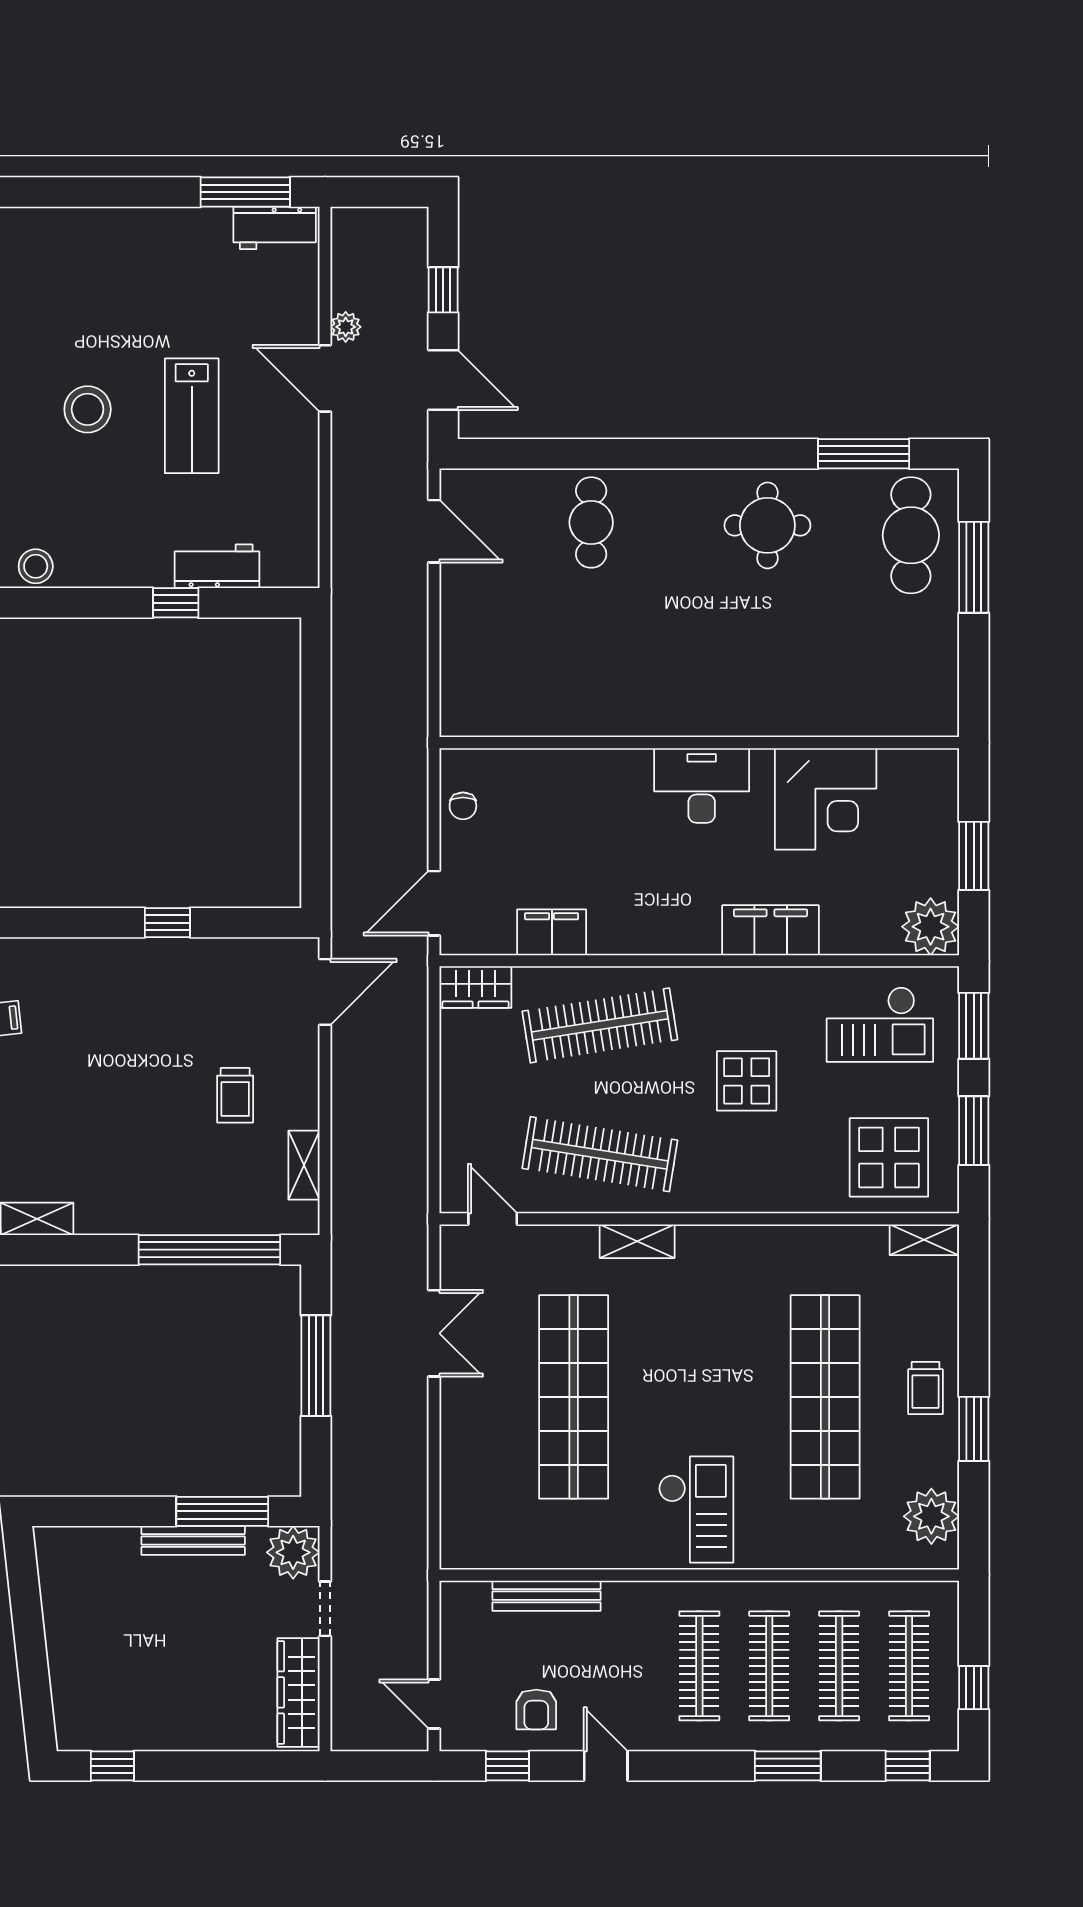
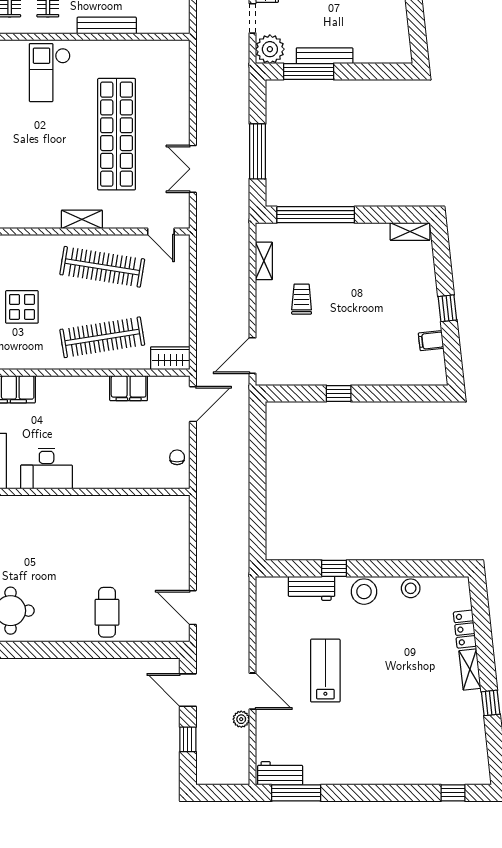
stool: (88, 409) -> (364, 592), moved
bench: (547, 1596) -> (107, 25), moved

